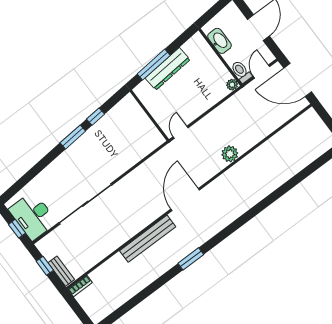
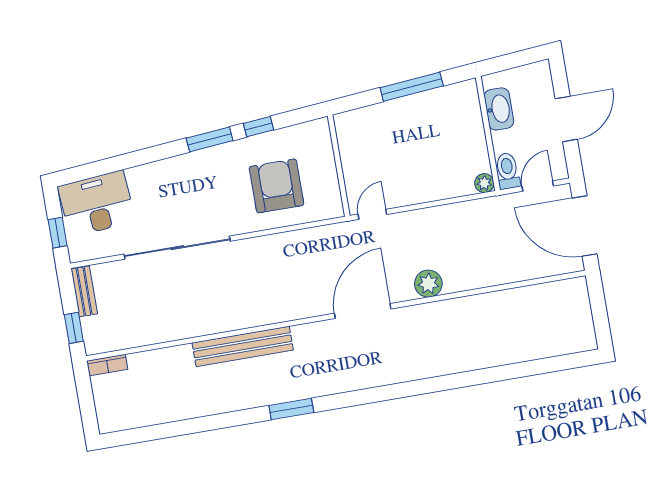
window: (154, 65) -> (412, 87), moved
dresser: (168, 69) -> (401, 111), removed
armchair: (121, 143) -> (276, 186), added
door: (185, 200) -> (363, 311), moved
desk: (33, 216) -> (97, 204), moved, turned 85
window: (45, 266) -> (74, 328), moved
bench: (61, 271) -> (84, 291), moved

